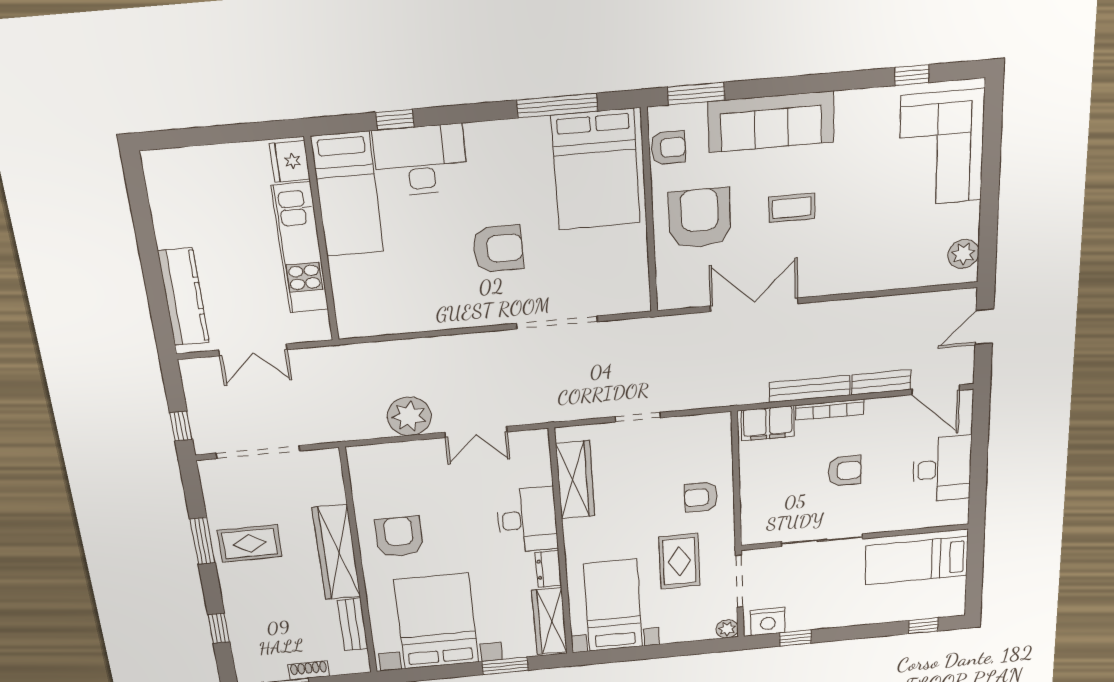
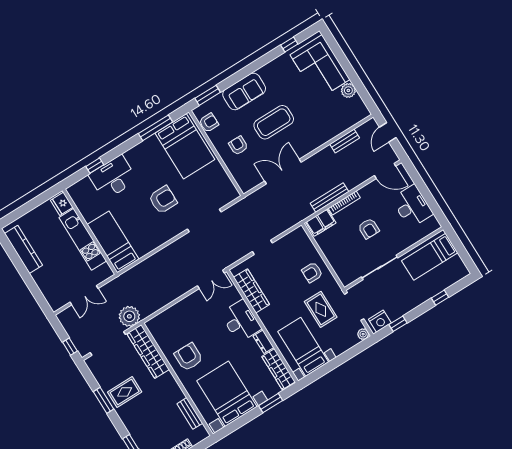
sofa: (771, 122) -> (244, 91), width x0.73
bed: (348, 194) -> (113, 242), moved, turned 180
coffee table: (792, 208) -> (274, 122), width x1.86, depth x1.72
armchair: (700, 218) -> (238, 145), width x0.53, depth x0.53
plant: (963, 254) -> (348, 90), moved
kitchen counter: (183, 297) -> (23, 249), moved
bench: (881, 382) -> (345, 141), moved
plant: (409, 416) -> (129, 316), moved
double door: (476, 432) -> (211, 279), moved
armchair: (845, 471) -> (369, 229), turned 90
wardrobe: (336, 552) -> (148, 352), moved
window: (923, 626) -> (440, 298), moved

